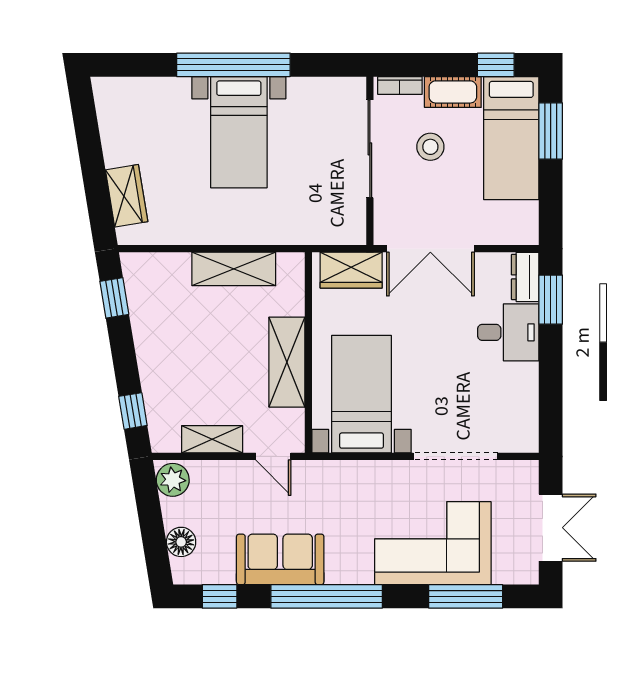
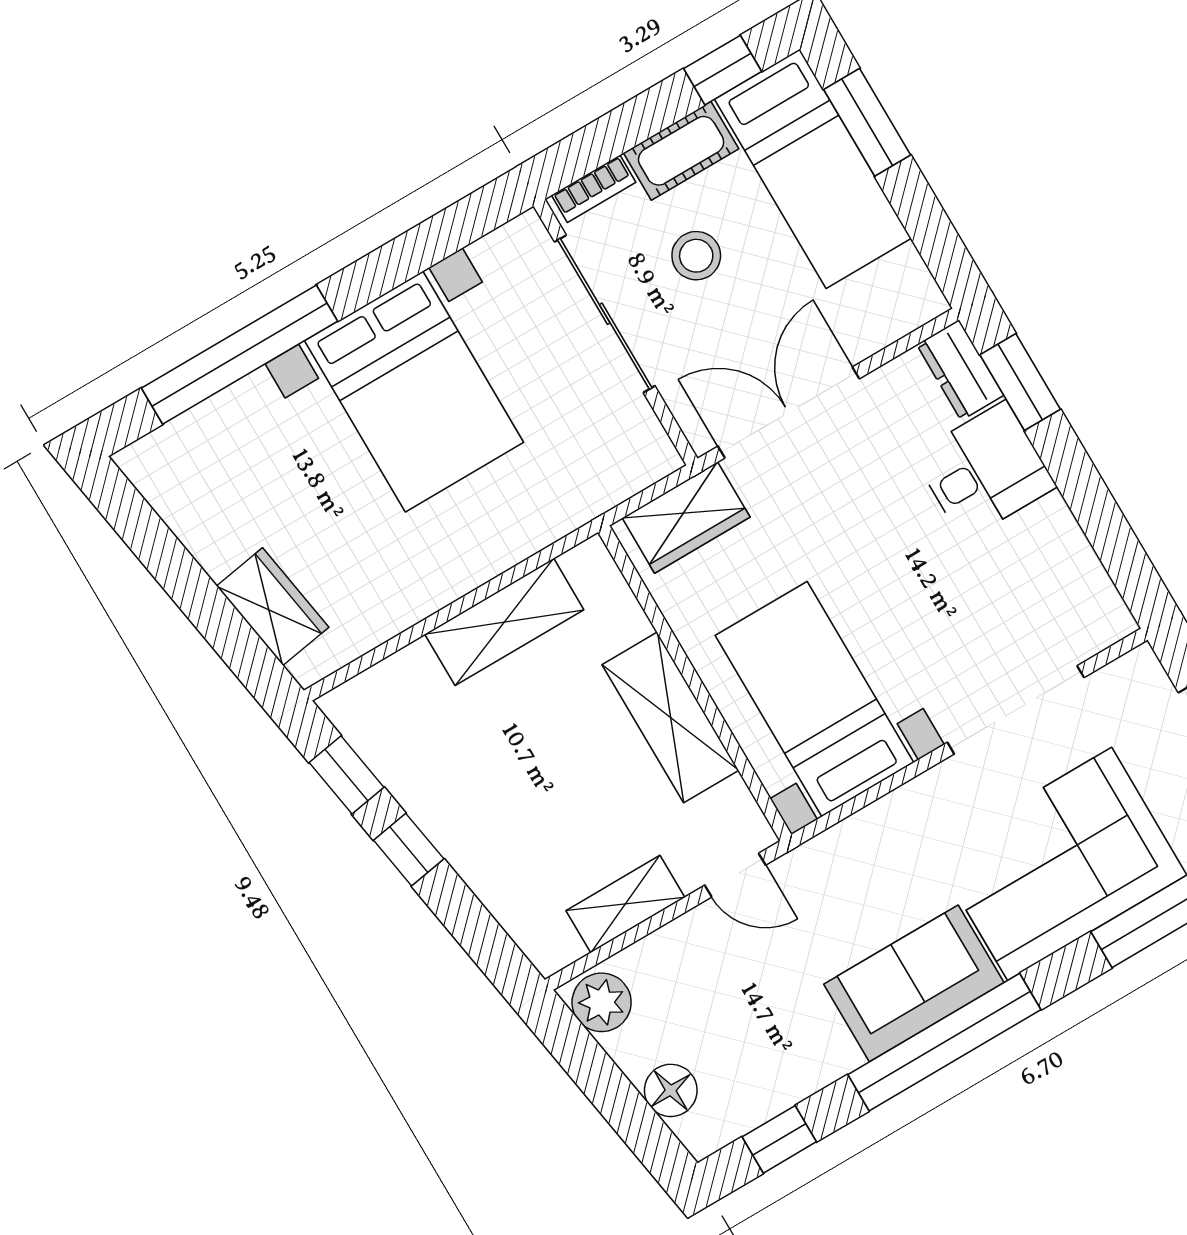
window: (233, 65) -> (240, 355), moved
bed with nightstands: (239, 132) -> (414, 391), width x1.36
double door: (430, 249) -> (789, 412), swing flipped
window: (133, 411) -> (409, 850), moved
sofa: (280, 559) -> (914, 983), moved

